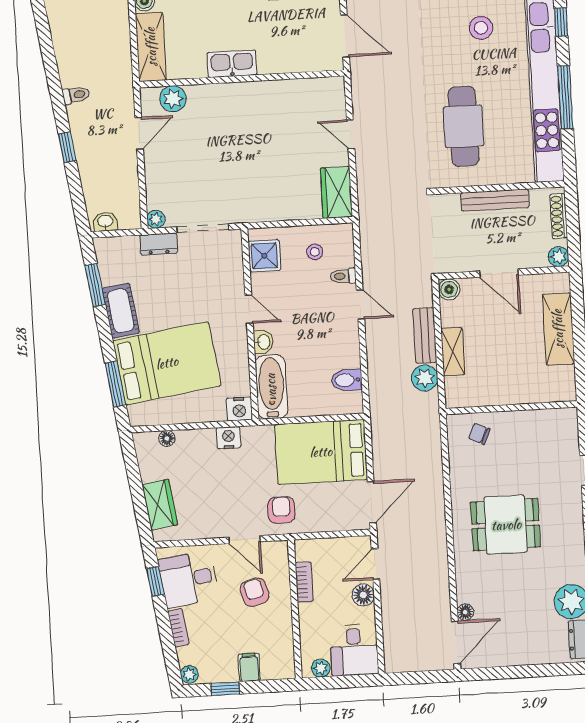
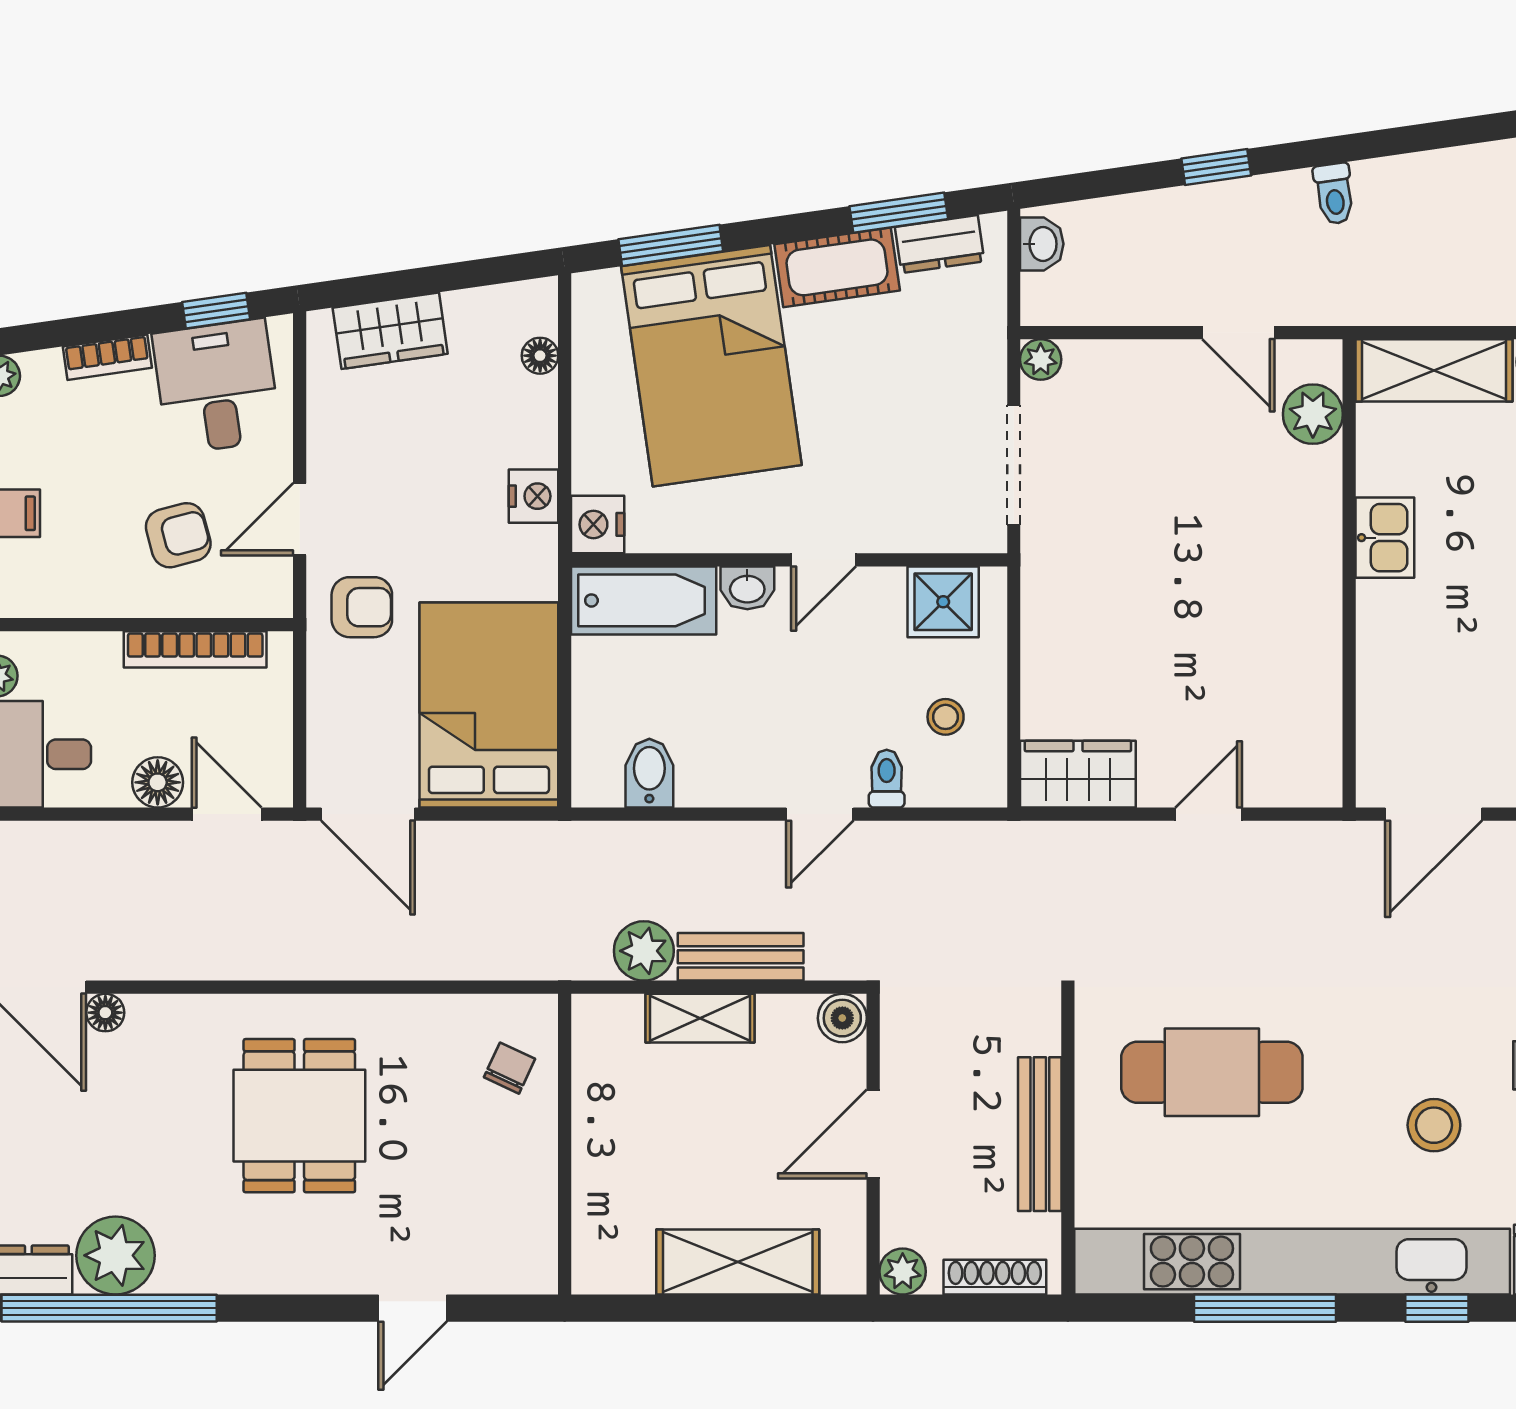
kitchen sink: (232, 64) -> (1385, 538), width x0.73
dresser: (159, 244) -> (940, 244), moved, turned -98
bookcase: (304, 582) -> (195, 649), width x1.56

